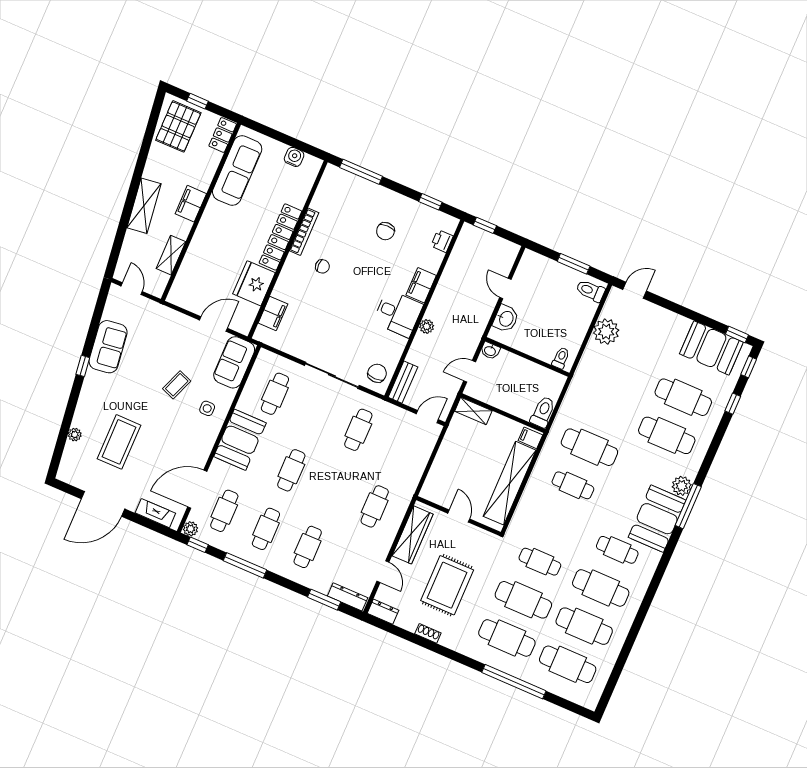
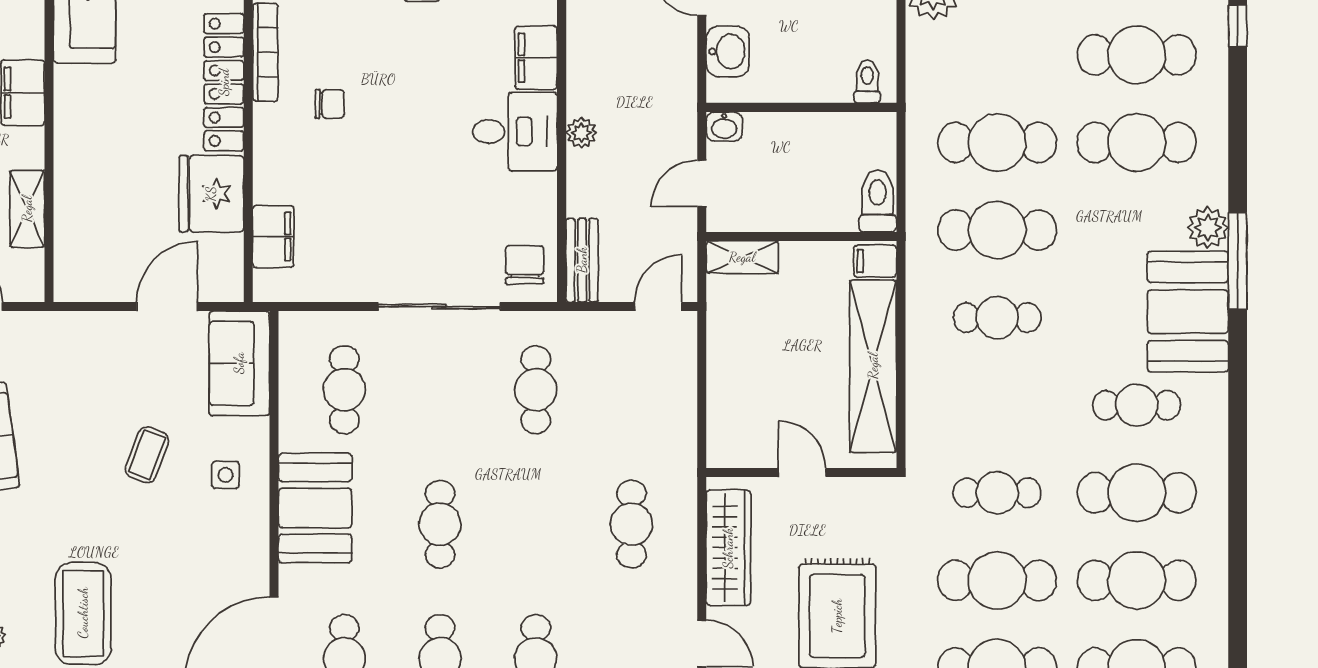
cafe table: (606, 409) -> (997, 142), added

